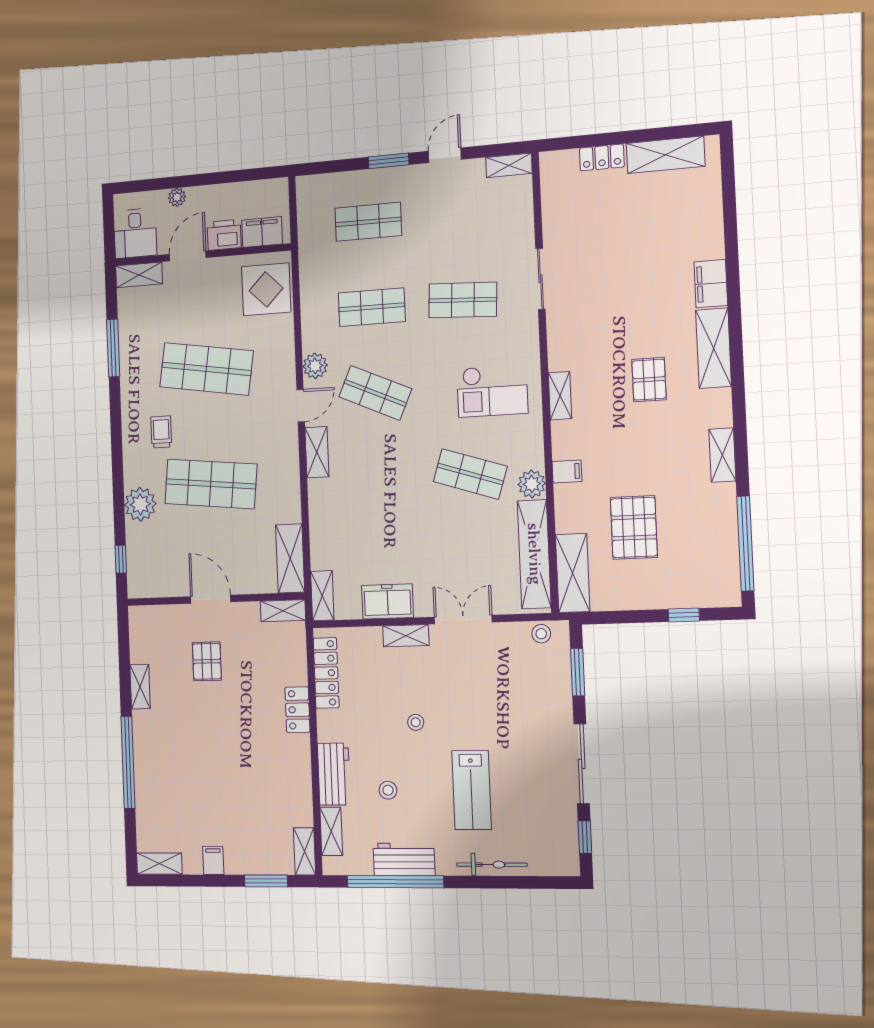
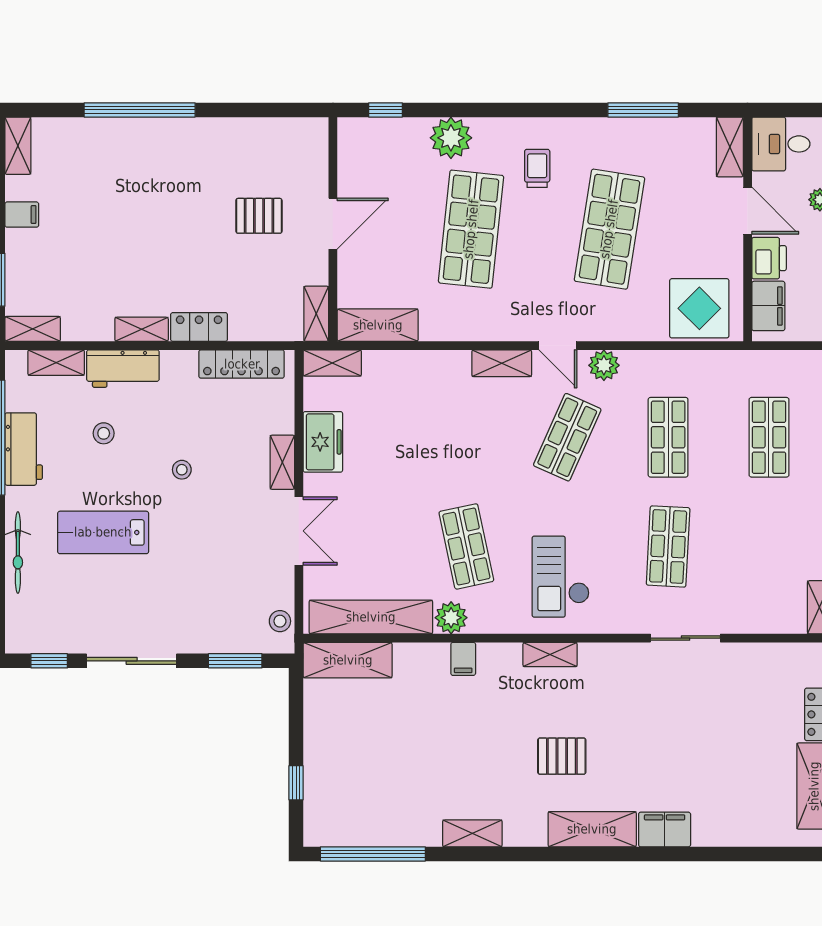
trolley: (161, 432) -> (537, 168), turned -90
shop shelf: (470, 474) -> (466, 546), turned -30
pallet: (634, 527) -> (396, 732), removed
shelving: (140, 687) -> (142, 329), moved

